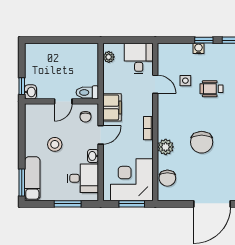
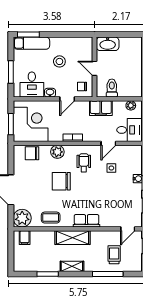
window: (22, 86) -> (107, 35), removed
wheelchair: (211, 89) -> (84, 163), moved
washbasin: (31, 92) -> (108, 44), width x1.91, depth x1.45
toilet: (87, 92) -> (112, 88), moved
filing cabinet: (112, 107) -> (101, 108), moved
door: (101, 135) -> (67, 99), hinge flipped

